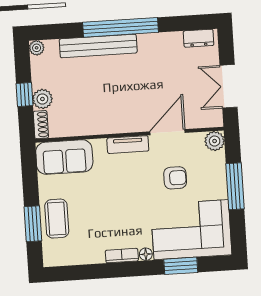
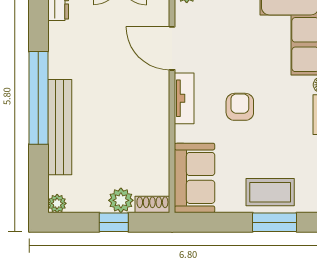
armchair: (175, 178) -> (240, 107), moved

